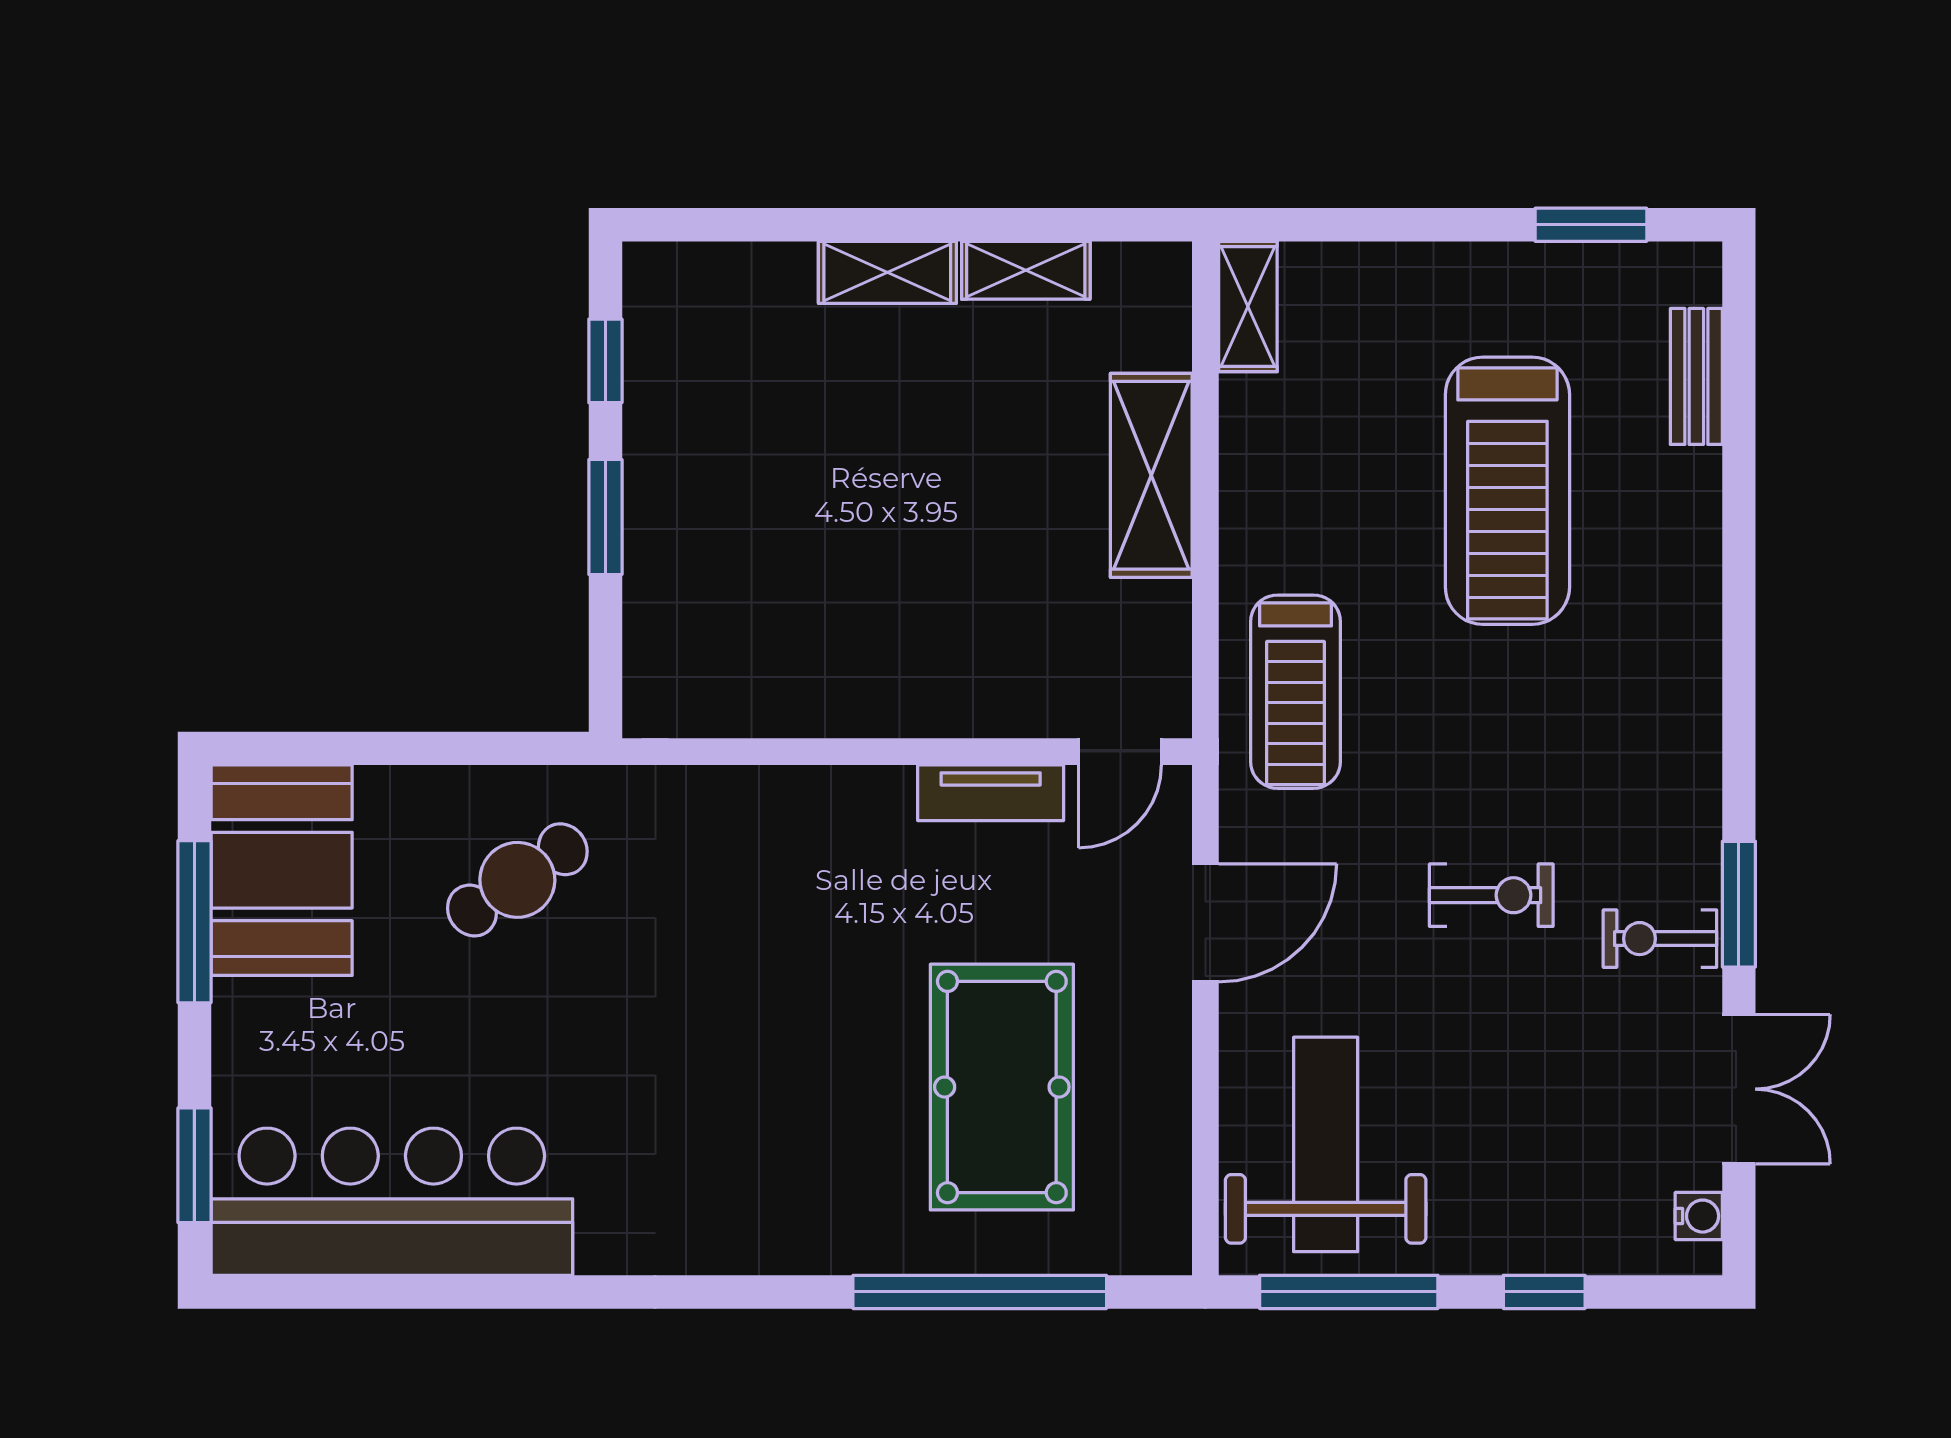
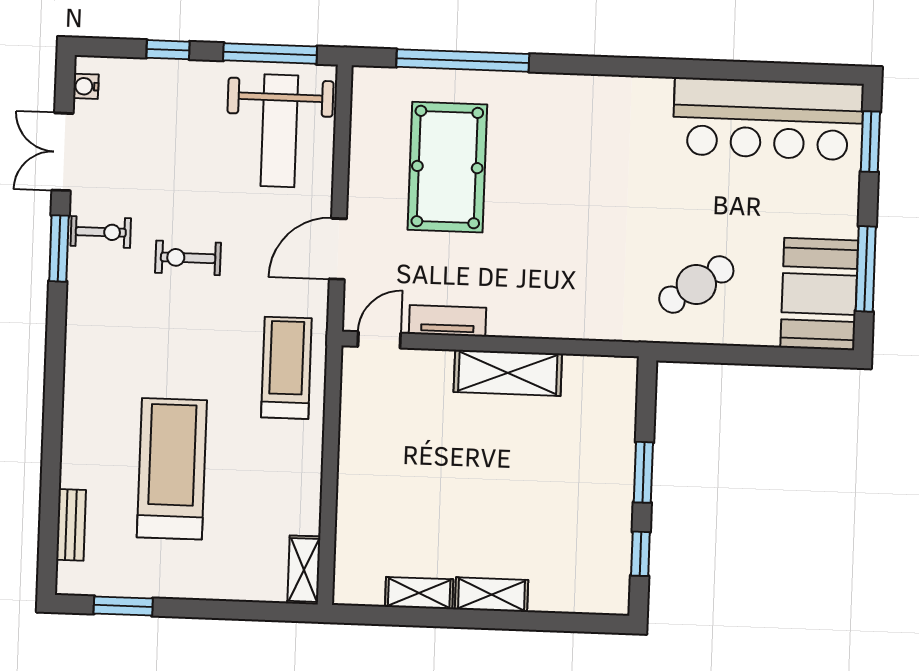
shelving: (1151, 475) -> (508, 373), moved, turned 90

